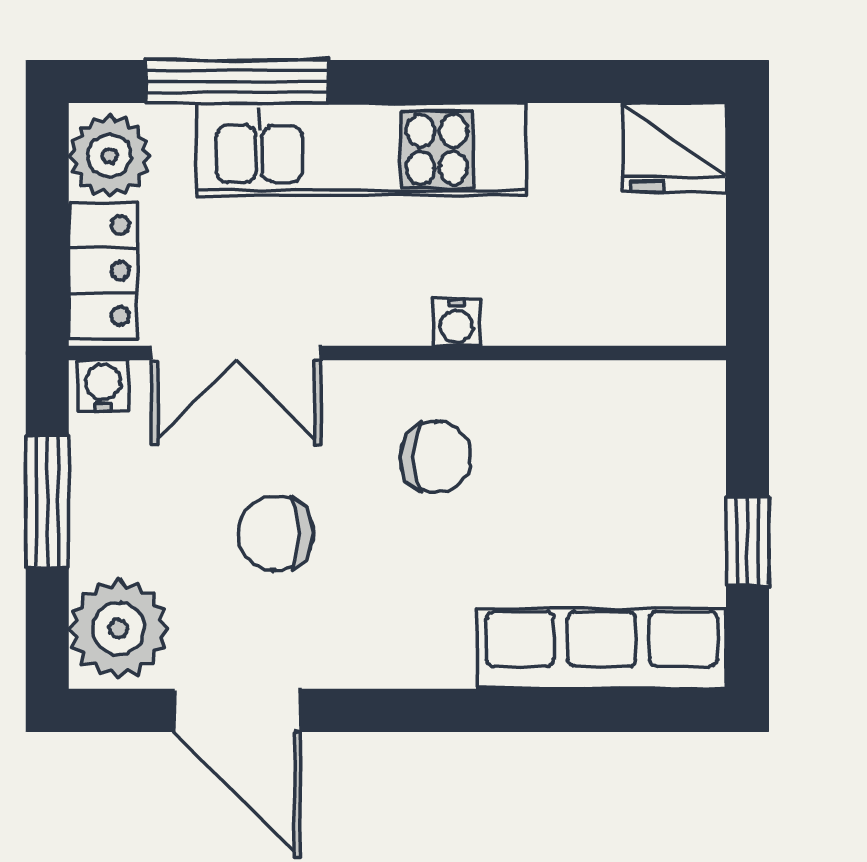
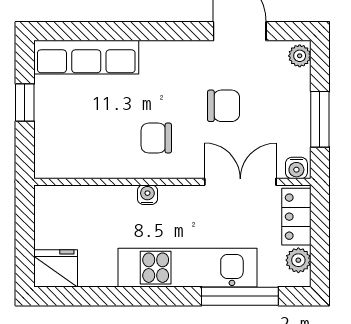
plant: (110, 156) -> (298, 260), width x0.73, depth x0.73
plant: (119, 629) -> (300, 56), width x0.53, depth x0.53

